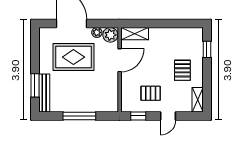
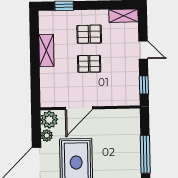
shelving: (135, 34) -> (46, 50), moved
door: (120, 60) -> (79, 108), swing flipped
pallet: (151, 93) -> (89, 64), moved, turned 90

